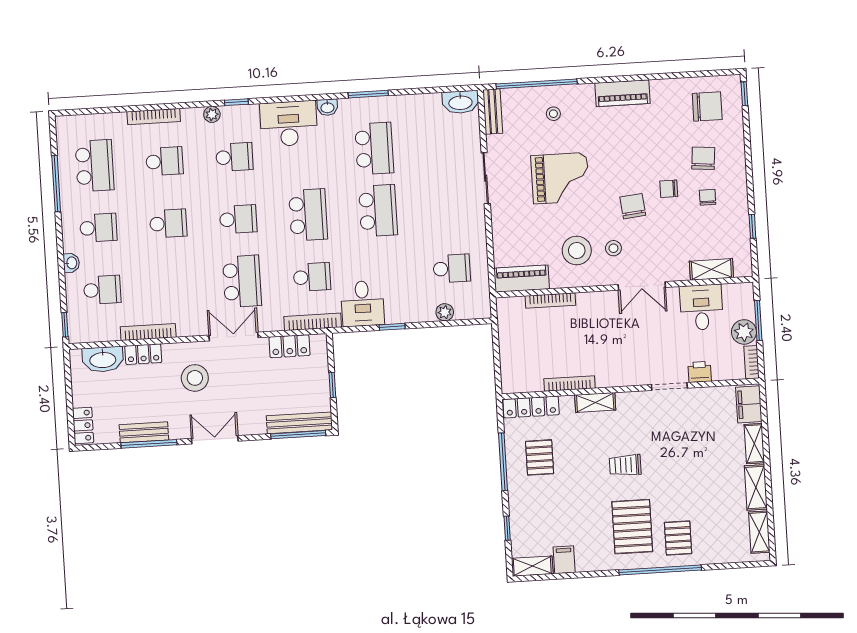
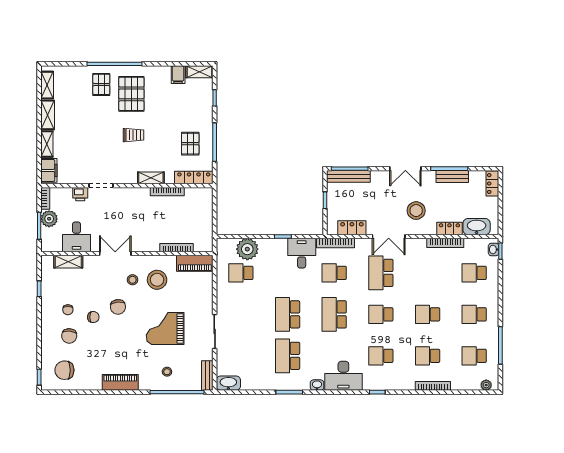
plant: (212, 114) -> (486, 385), moved
school desk: (95, 166) -> (474, 356), width x0.54
washbasin: (71, 263) -> (494, 249), moved
plant: (445, 312) -> (247, 249), width x1.87, depth x1.87

